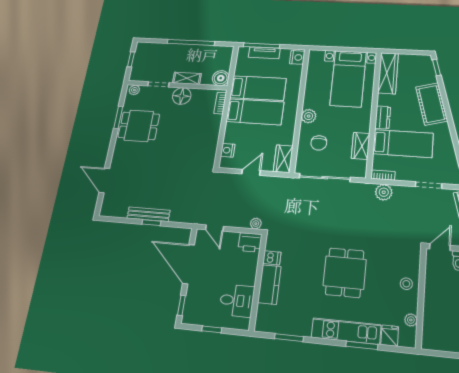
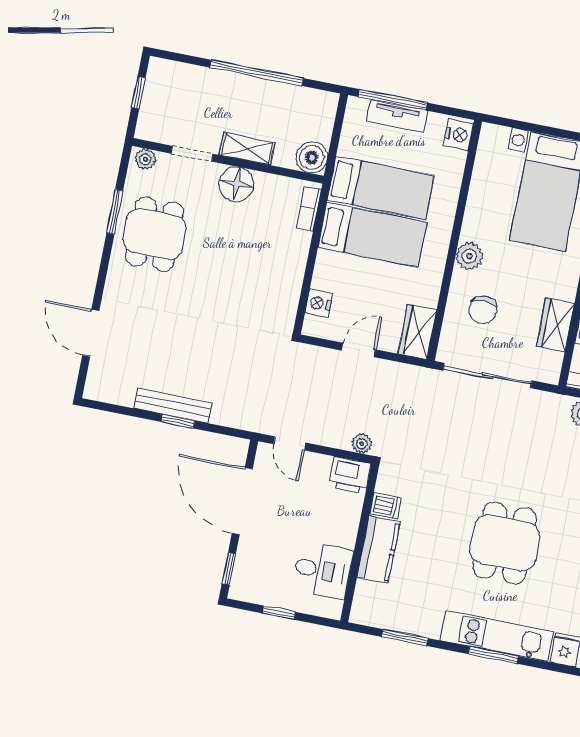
dining table: (139, 126) -> (154, 234), turned 90
window: (362, 345) -> (493, 655), moved

